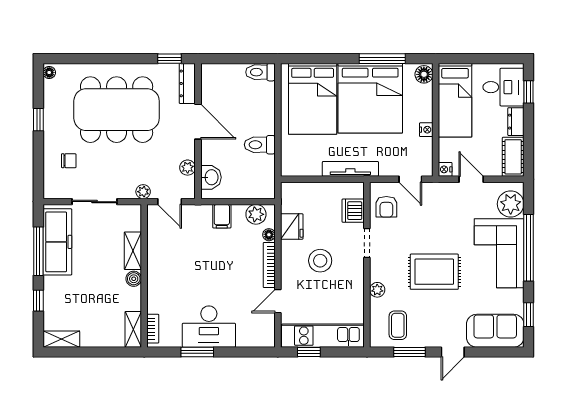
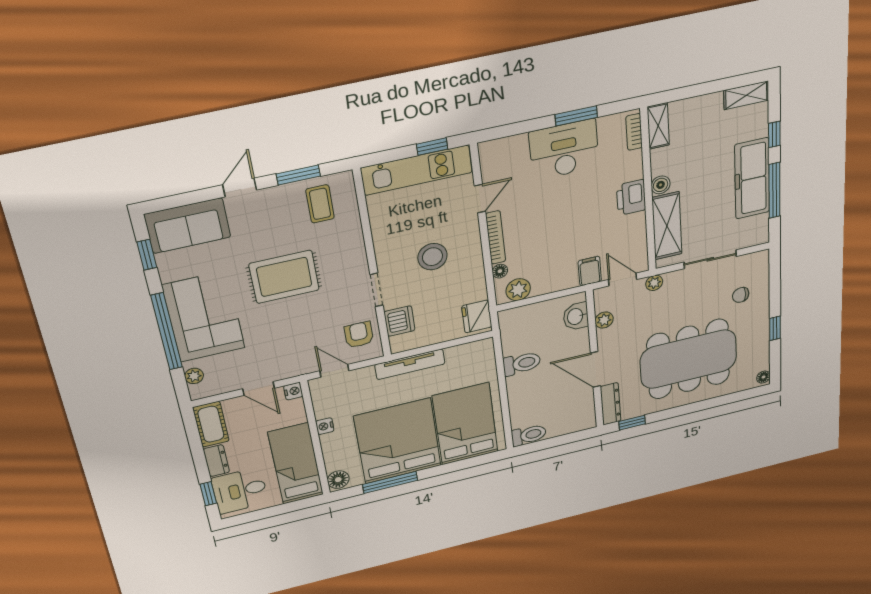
plant: (511, 204) -> (194, 376), width x0.53, depth x0.53
filing cabinet: (222, 216) -> (590, 271), moved
fridge: (292, 226) -> (477, 316), moved
freezer: (57, 242) -> (752, 179), moved
shelving: (133, 251) -> (667, 226), width x1.50, depth x1.33
printer: (158, 273) -> (631, 197), added
plant: (377, 290) -> (354, 240), removed

